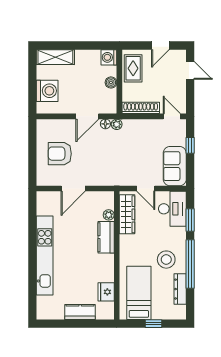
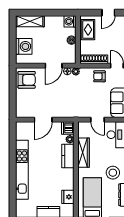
armchair: (148, 131) -> (99, 76), added
armchair: (60, 154) -> (27, 80), moved, turned 180
dishwasher: (106, 200) -> (68, 128), added
wardrobe: (127, 214) -> (83, 153), moved

